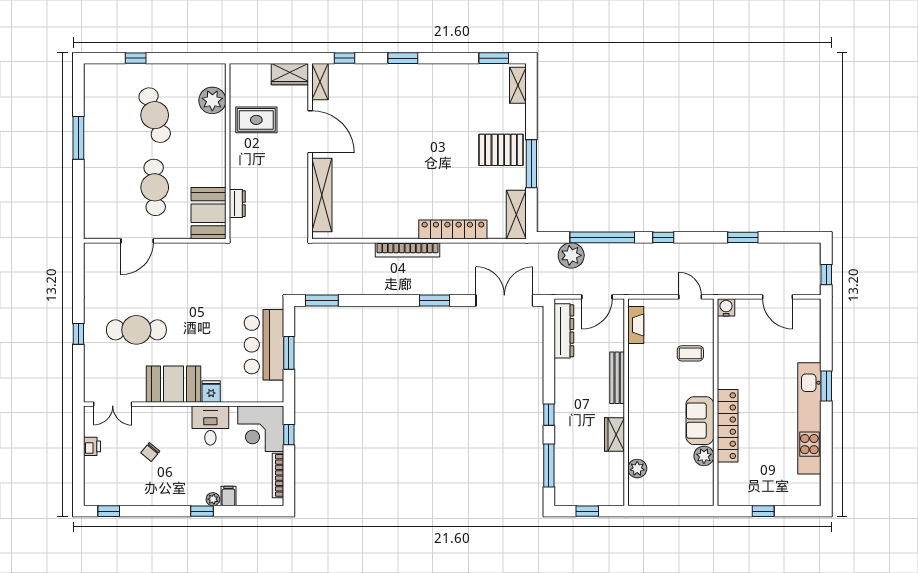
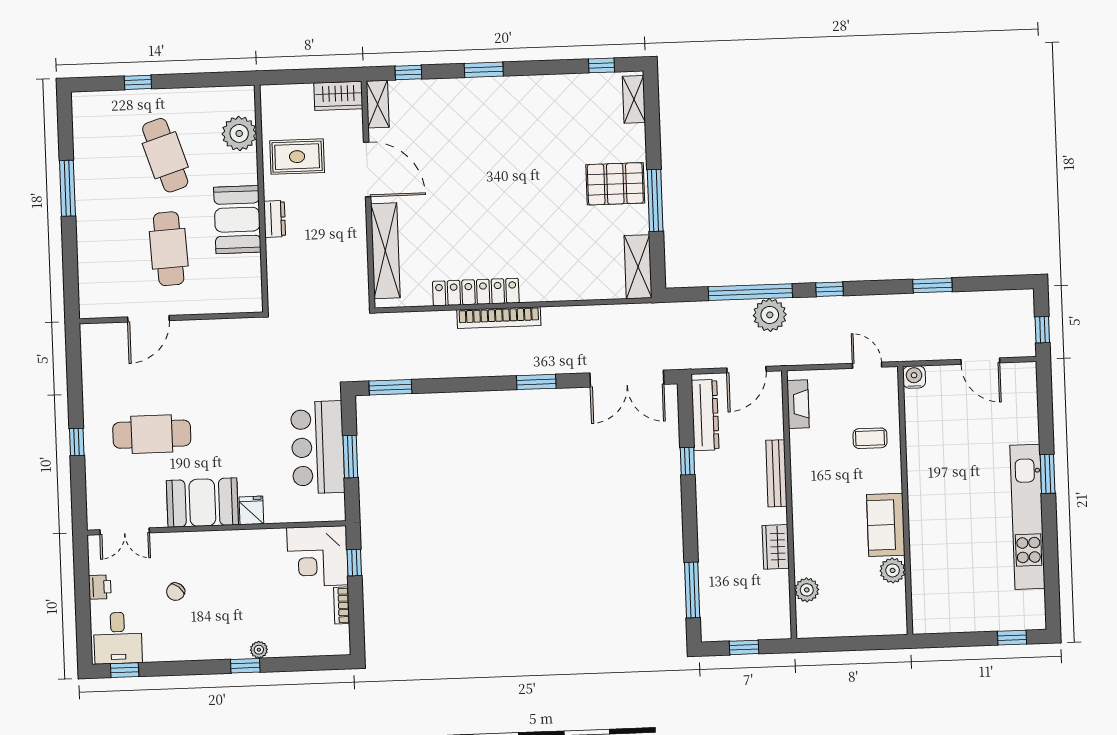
window: (494, 58) -> (602, 65), width x0.67
dresser: (237, 204) -> (275, 219), moved
booth: (208, 213) -> (237, 220), moved
locker: (453, 229) -> (476, 292), moved
plant: (571, 255) -> (770, 315), moved
double door: (504, 300) -> (627, 379), swing flipped
window: (549, 415) -> (687, 461), moved
desk: (210, 426) -> (118, 638), moved, turned 180
locker: (728, 426) -> (922, 530), removed
bookcase: (278, 475) -> (342, 605), width x0.64
filing cabinet: (228, 496) -> (279, 645), removed
window: (763, 511) -> (1012, 638), moved

